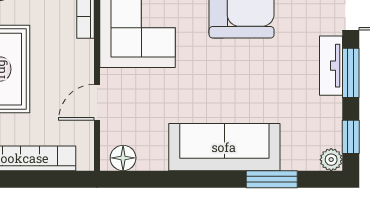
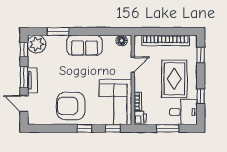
sofa: (224, 147) -> (84, 45), width x0.73
plant: (331, 160) -> (37, 44), width x1.88, depth x1.88

